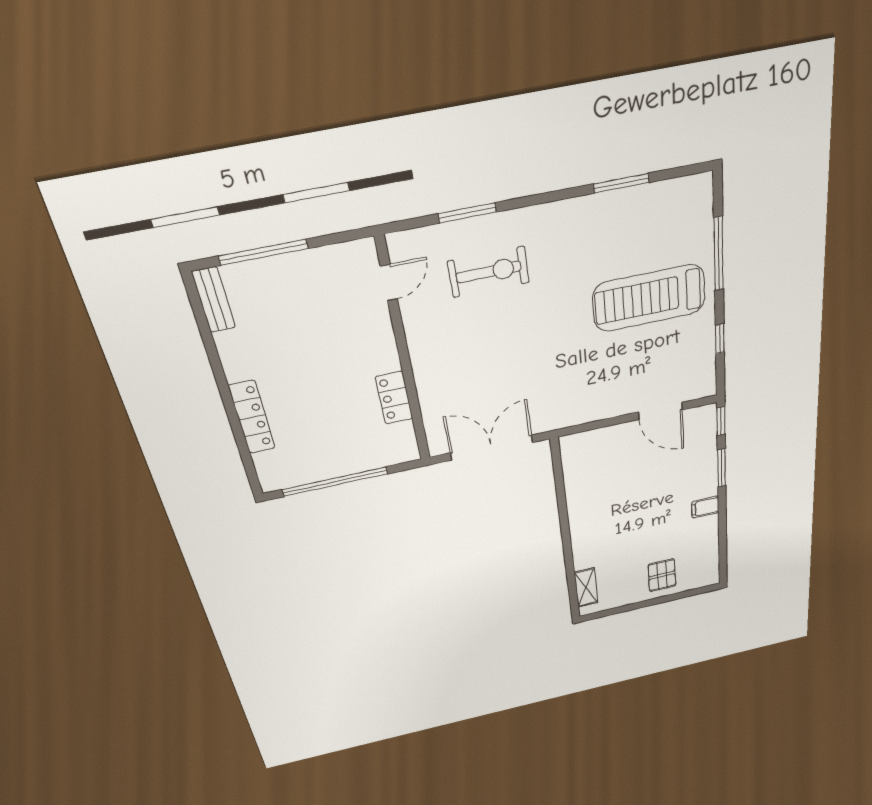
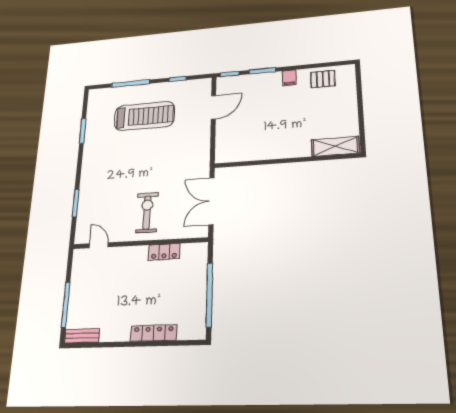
exercise bike: (489, 272) -> (147, 213), moved
treadmill: (649, 298) -> (144, 116), turned -90
pallet: (662, 575) -> (323, 79), moved
shelving: (586, 587) -> (335, 146), width x1.50, depth x1.33

